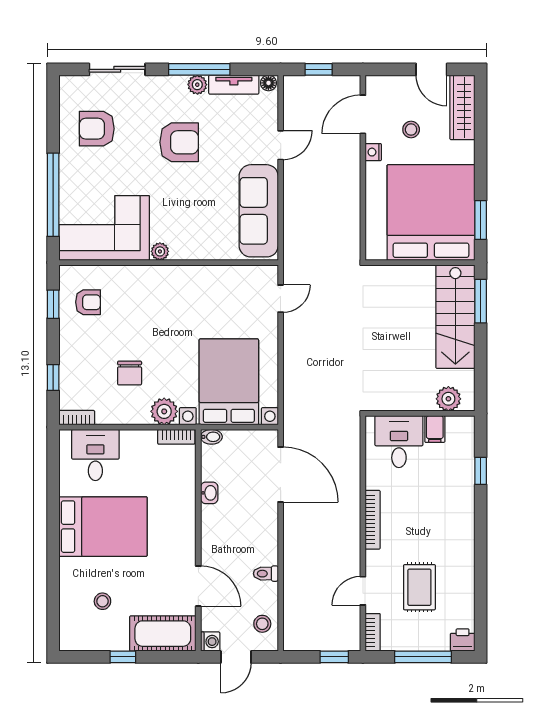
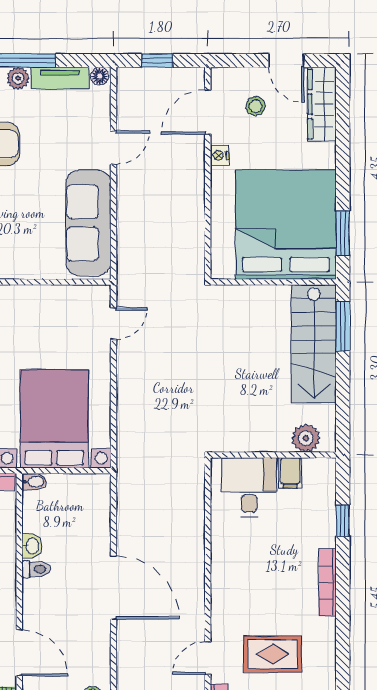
stool: (411, 130) -> (256, 106), moved
door: (281, 474) -> (113, 588), moved
bookcase: (373, 520) -> (328, 582), moved, turned 180
toilet: (266, 574) -> (36, 569), moved, turned 180
rug: (419, 587) -> (273, 654), turned 90

